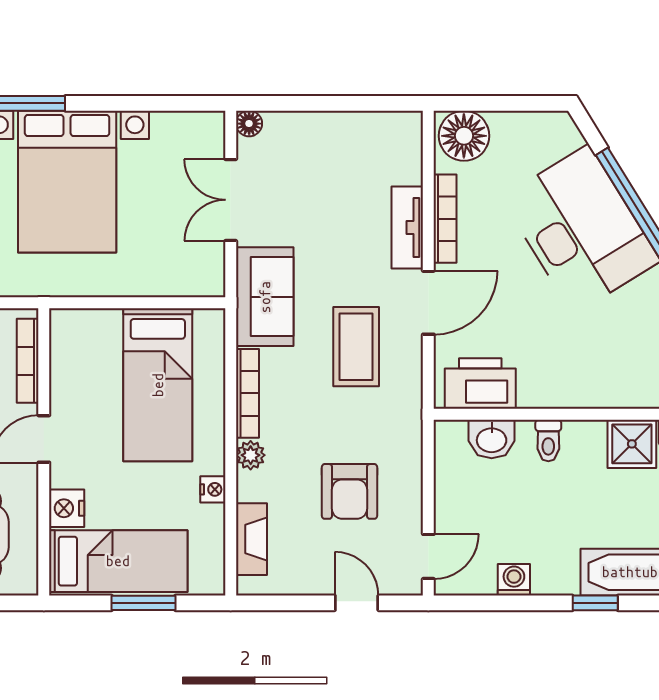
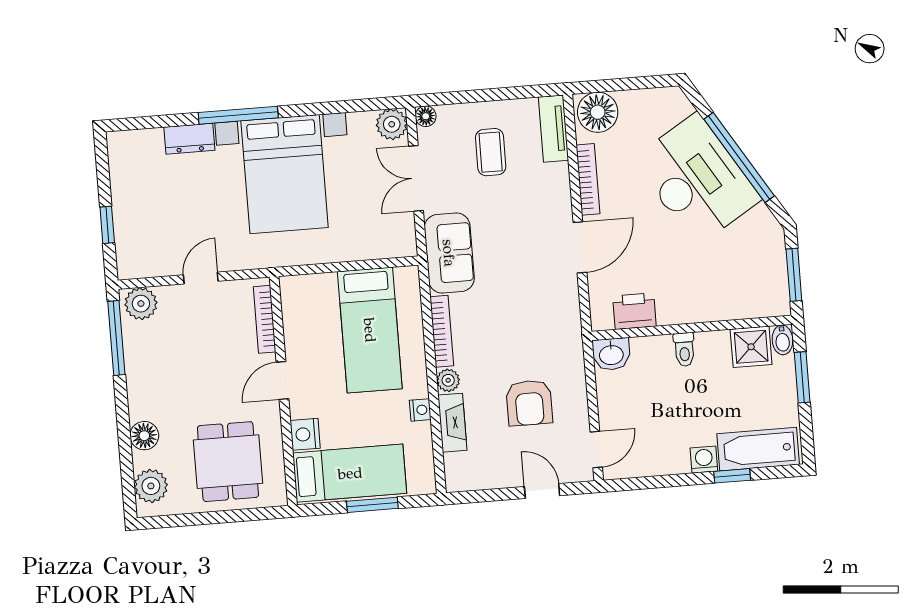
plant: (206, 130) -> (392, 124), added
tv unit: (407, 227) -> (553, 129), moved
coffee table: (356, 347) -> (491, 152), moved, width x0.73, depth x0.77
printer: (480, 384) -> (634, 311), width x0.73, depth x0.84
washbasin: (492, 439) -> (611, 354), moved
fireplace: (251, 539) -> (452, 423), moved
washing machine: (514, 580) -> (704, 460), moved

